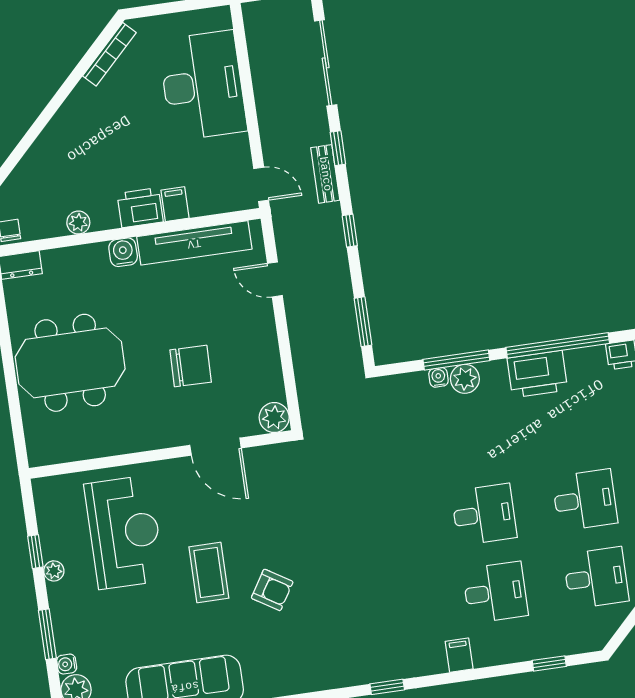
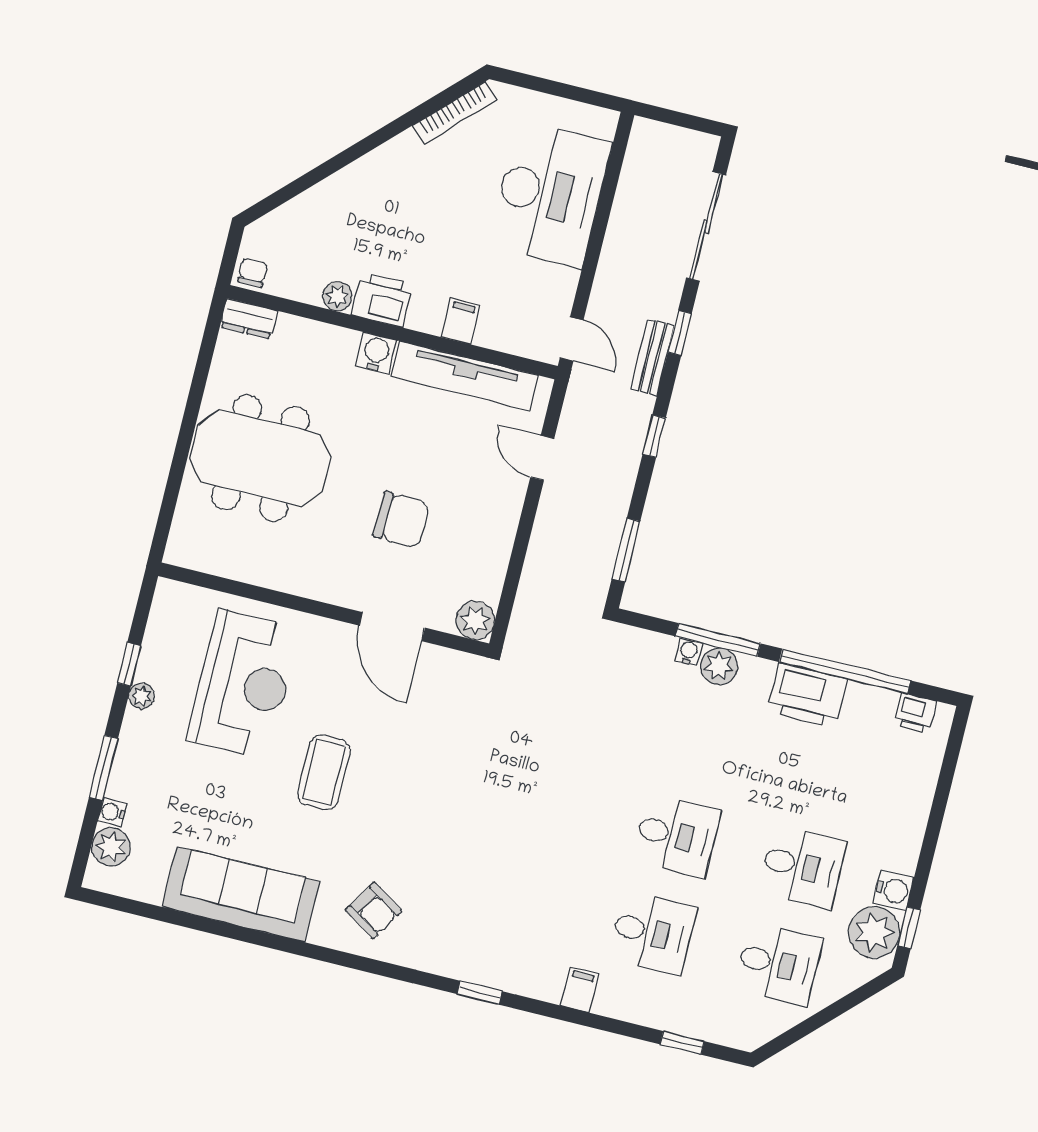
printer: (140, 208) -> (382, 300), moved
armchair: (272, 590) -> (374, 910), moved

